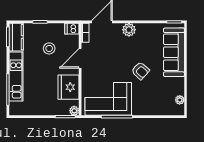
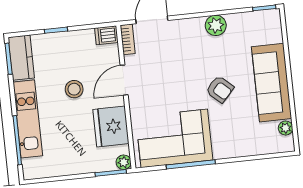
plant: (129, 30) -> (216, 25), moved
stool: (49, 48) -> (74, 89), moved
sofa: (174, 52) -> (272, 83), moved

